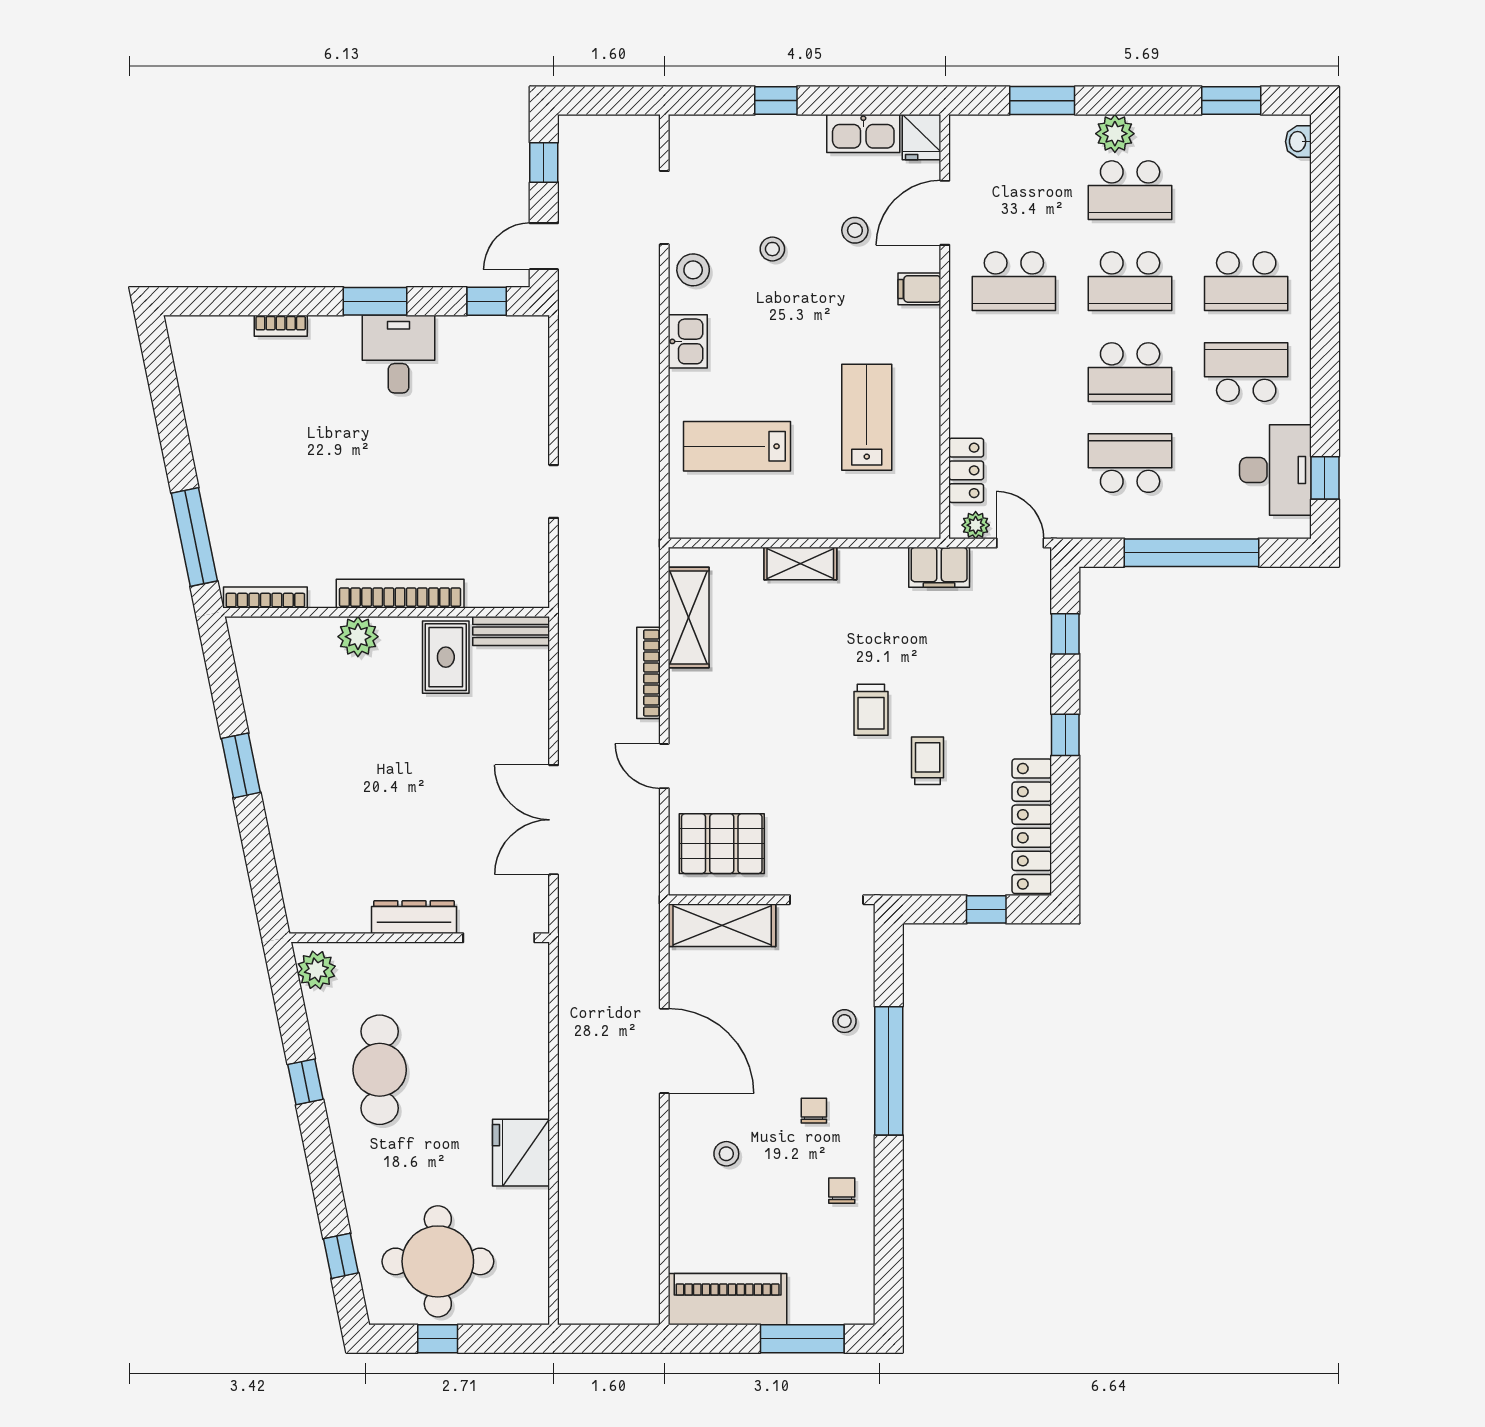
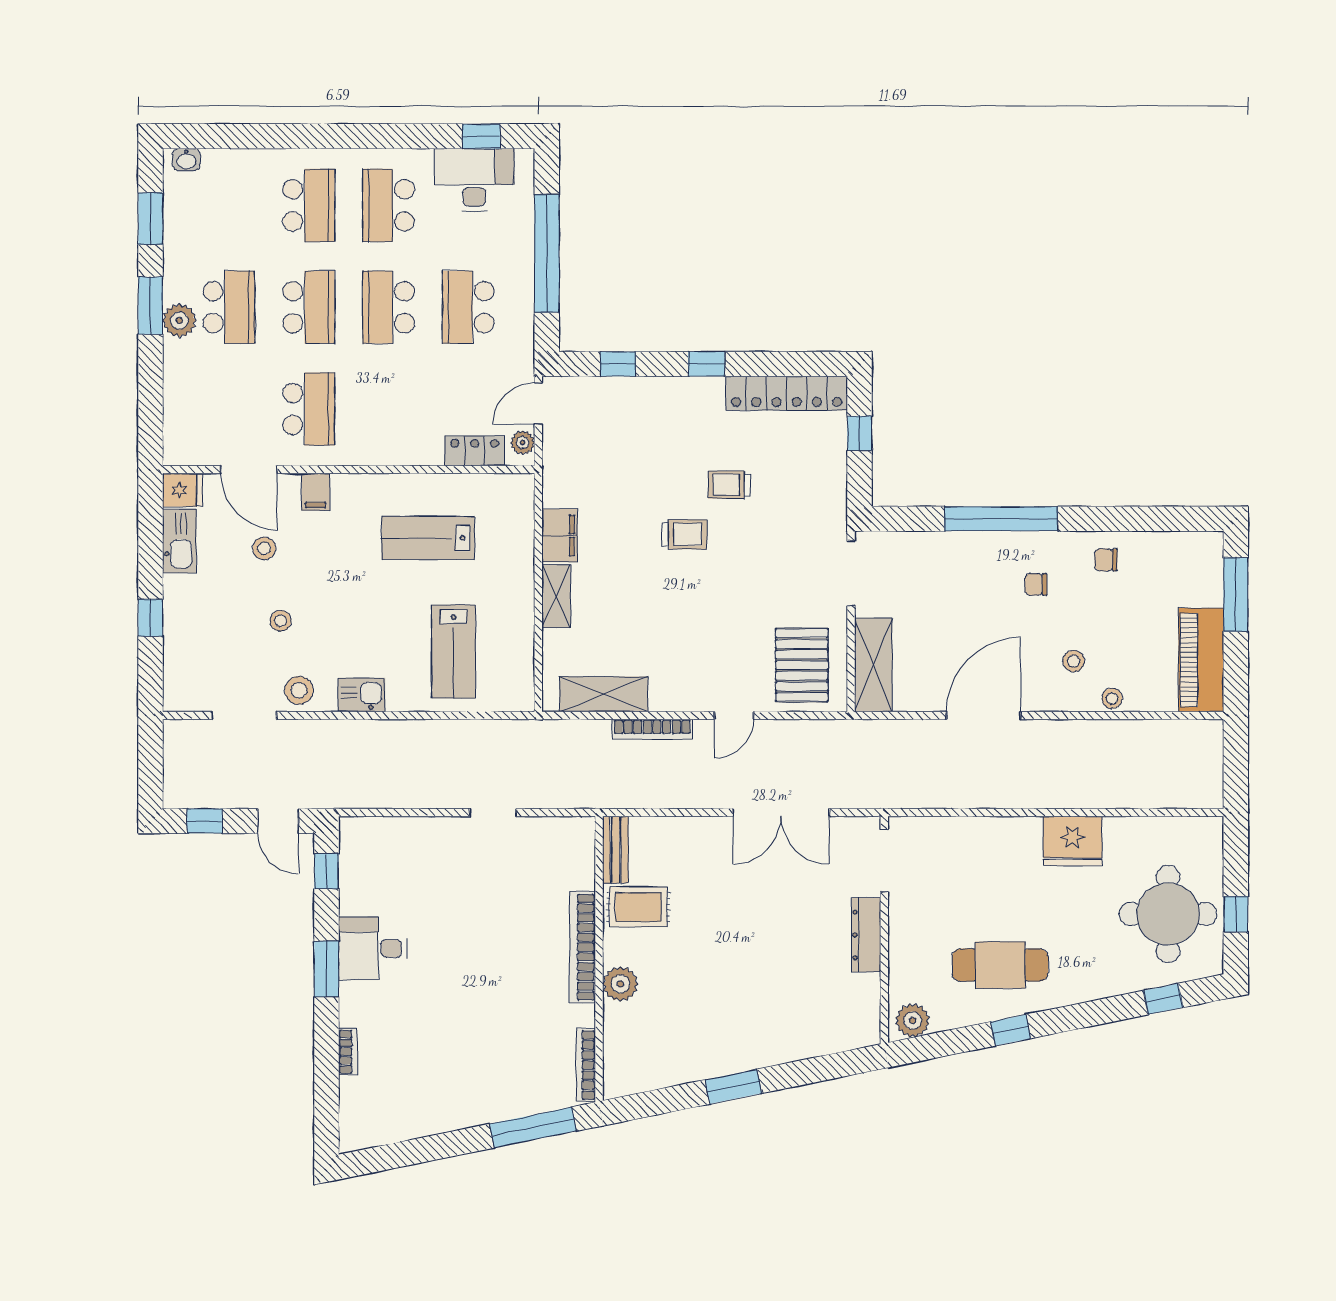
window: (1042, 101) -> (150, 306), moved
school desk: (1130, 372) -> (388, 307), turned 180
filing cabinet: (939, 567) -> (560, 536), moved
stool: (844, 1021) -> (1112, 698), moved

